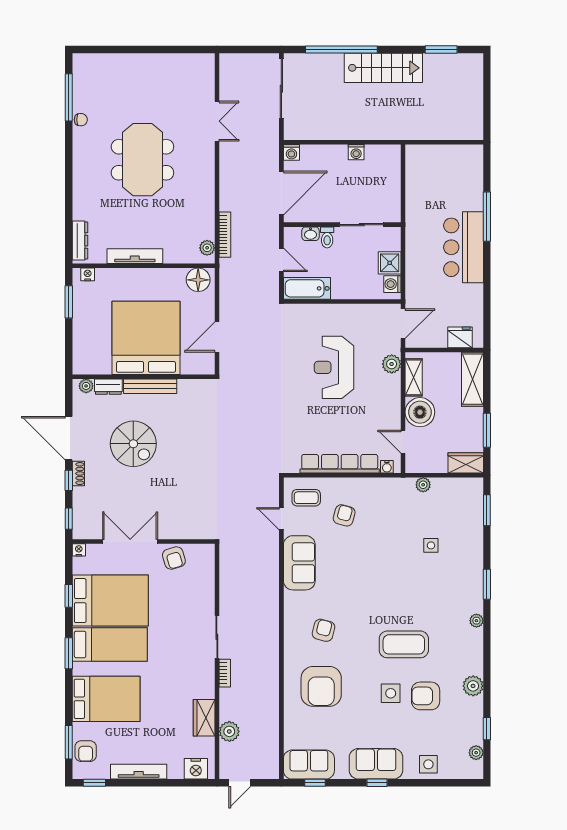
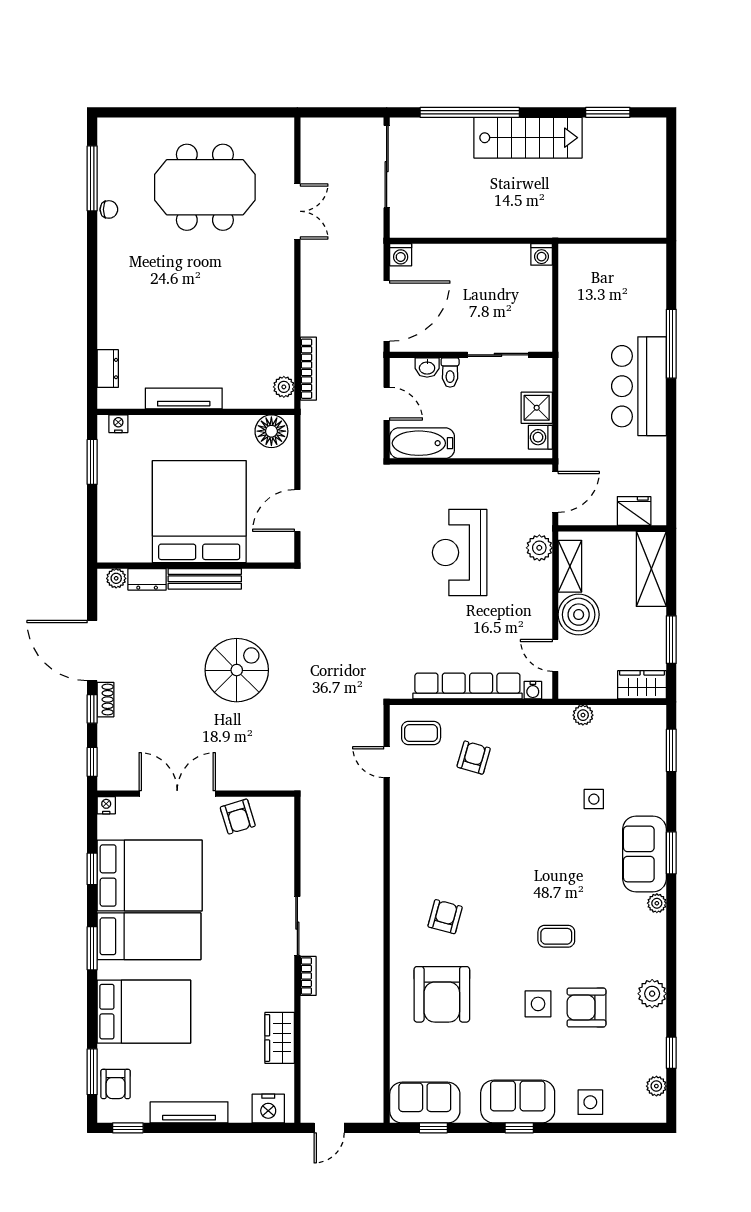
washing machine: (356, 152) -> (542, 254), moved
meeting table: (142, 160) -> (205, 187), moved, turned 90
dresser: (80, 241) -> (108, 369), width x0.70
spiral stairs: (133, 444) -> (237, 670), moved, turned -90
sofa: (299, 563) -> (644, 854), moved, turned 180
coffee table: (404, 644) -> (556, 936), width x0.54, depth x0.58
plant: (229, 731) -> (315, 1057), removed

